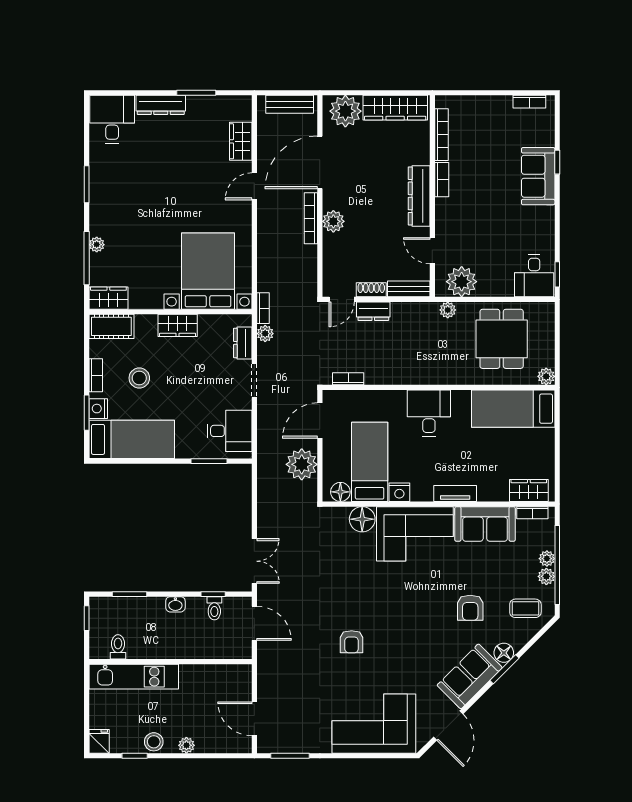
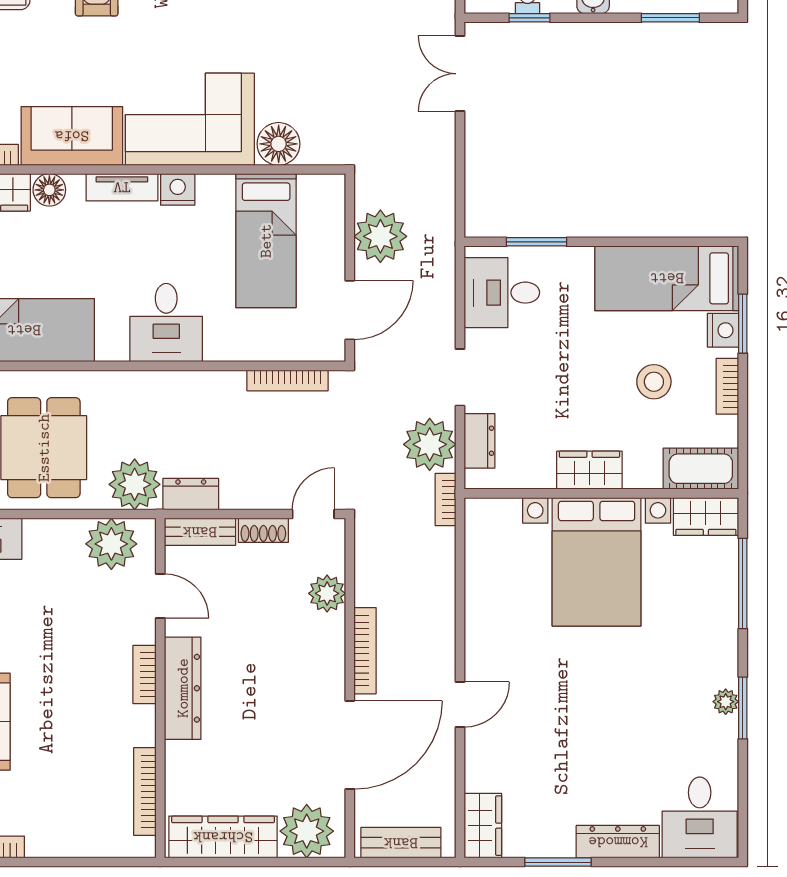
wardrobe: (241, 141) -> (483, 826), moved
bookcase: (442, 180) -> (145, 675), moved
plant: (333, 221) -> (327, 593), moved
plant: (97, 245) -> (726, 702), moved
bed with nightstands: (208, 271) -> (597, 562), moved
plant: (448, 310) -> (135, 484), width x1.87, depth x1.87
dresser: (373, 311) -> (191, 494), moved
plant: (265, 334) -> (430, 444), width x1.88, depth x1.88
bookcase: (348, 379) -> (288, 380), width x1.56
floor lamp: (340, 492) -> (49, 190), moved
nightstand: (399, 492) -> (178, 189), moved

